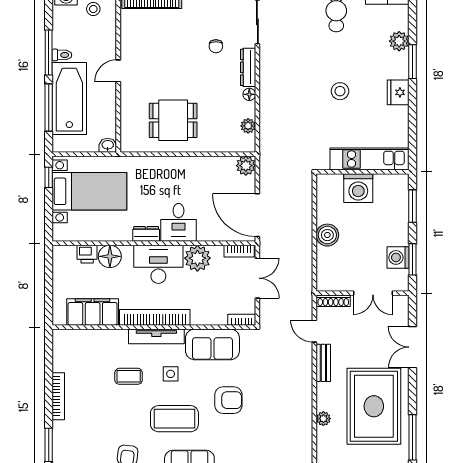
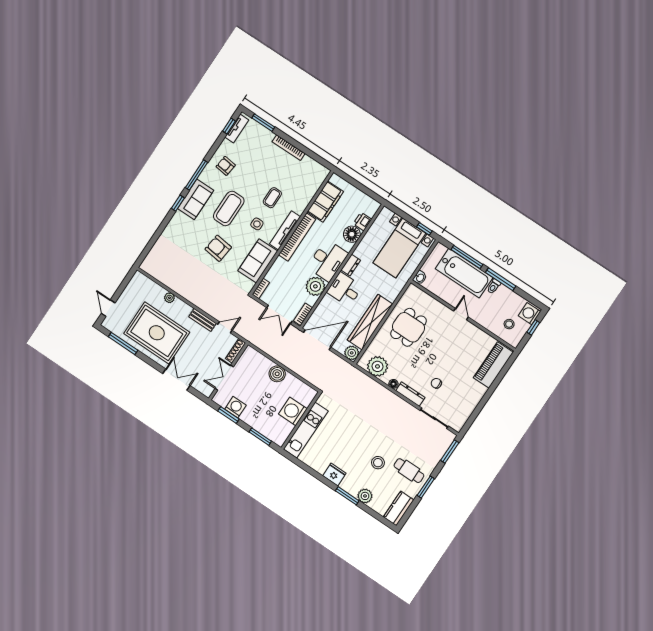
stool: (340, 91) -> (378, 463), moved
plant: (248, 126) -> (378, 366), width x1.88, depth x1.88
wardrobe: (196, 168) -> (370, 322), added
armchair: (228, 400) -> (218, 248), turned 97

